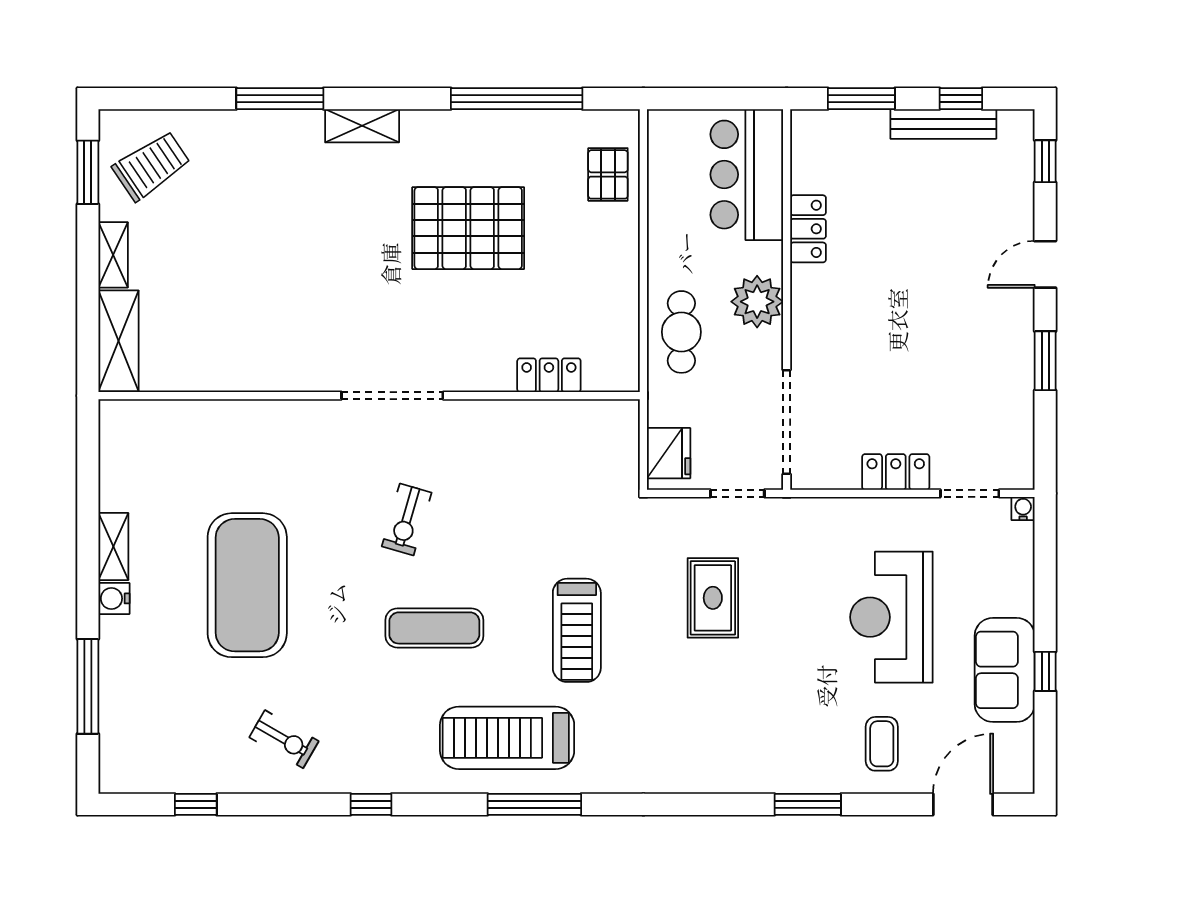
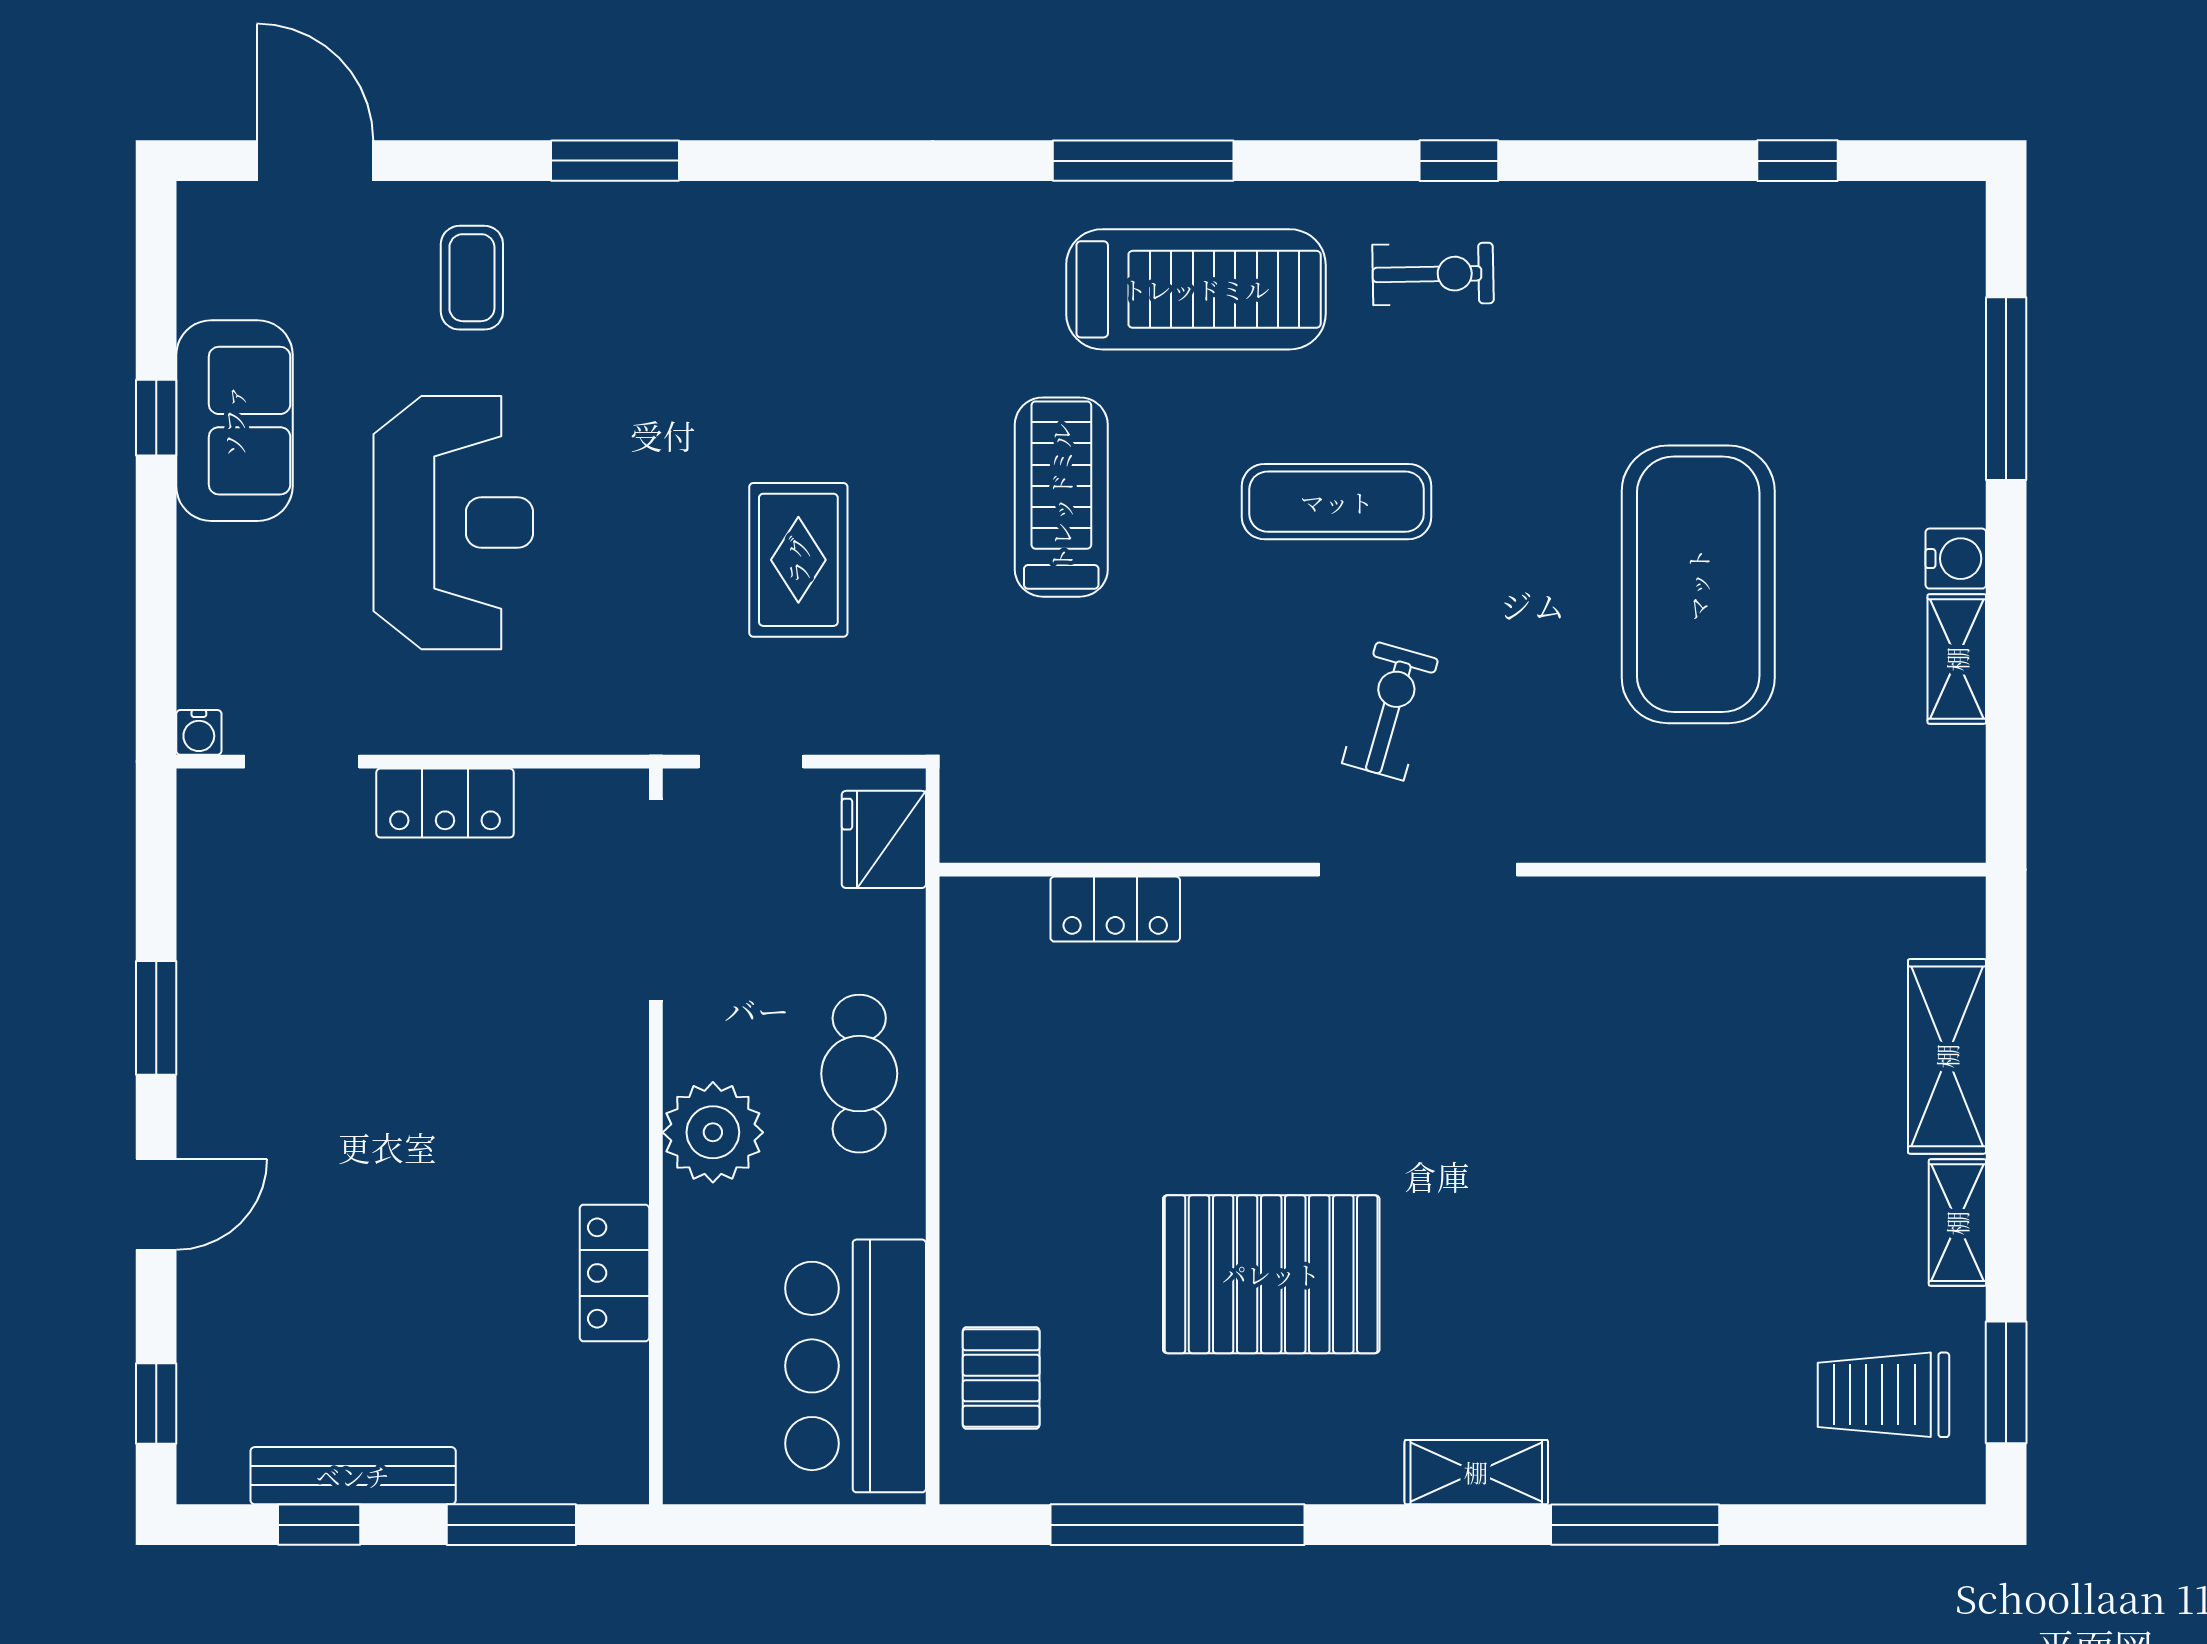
trolley: (151, 166) -> (1883, 1395), turned 34
bar counter: (747, 175) -> (856, 1366), moved, turned 180
locker: (549, 375) -> (1115, 909), moved
wall: (369, 396) -> (1463, 870), moved
doorway: (392, 396) -> (1418, 870), moved
exercise bike: (284, 739) -> (1433, 274), moved, turned 149
door: (963, 804) -> (315, 161), swing flipped

